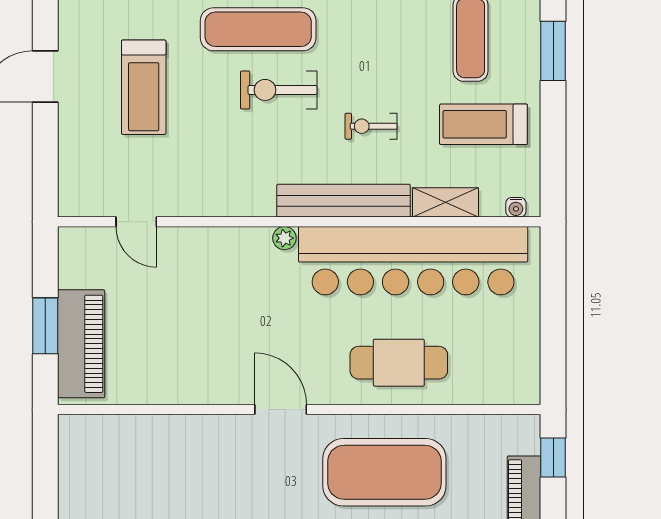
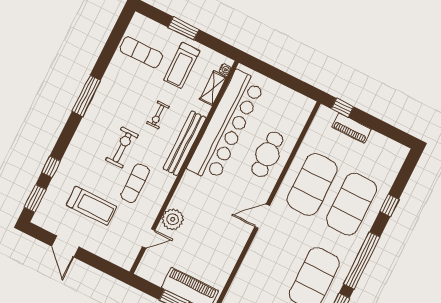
exercise mat: (258, 29) -> (135, 183), moved, width x0.73, depth x0.69
window: (553, 51) -> (184, 28), moved
exercise bike: (279, 90) -> (122, 147), turned 180
shelving: (445, 202) -> (213, 88), moved
plant: (284, 238) -> (173, 219), moved, width x1.87, depth x1.87

